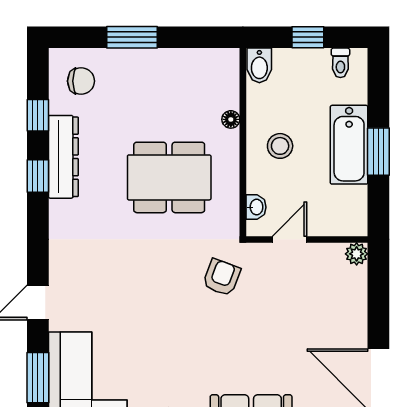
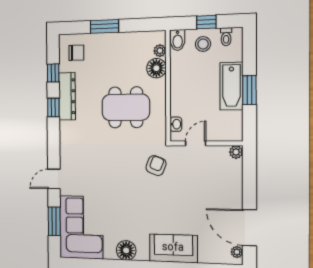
plant: (229, 82) -> (160, 51), added
floor lamp: (231, 119) -> (156, 68), width x1.89, depth x1.89
stool: (280, 146) -> (203, 44), moved

